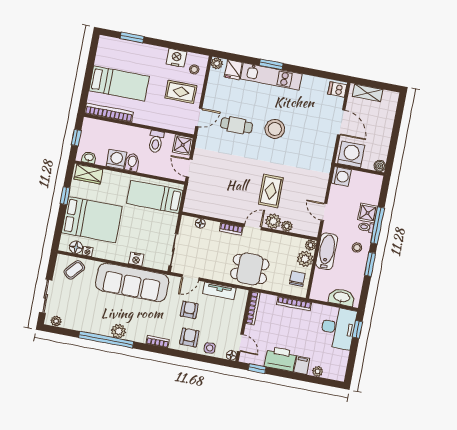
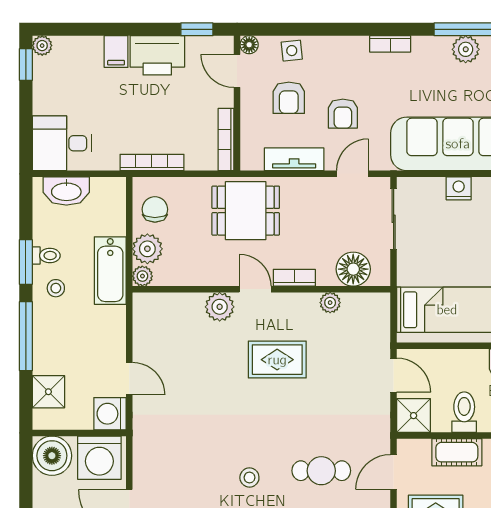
cot: (164, 121) -> (457, 452), added
stool: (275, 129) -> (249, 478), width x0.53, depth x0.53
boiler: (380, 166) -> (52, 456), width x1.86, depth x1.86
rug: (271, 191) -> (277, 360), moved, turned 90
door: (324, 212) -> (129, 379), moved
shower: (368, 213) -> (48, 392), moved
floor lamp: (200, 223) -> (353, 269), width x1.89, depth x1.89
plant: (287, 226) -> (330, 303), moved
door: (253, 227) -> (255, 289), swing flipped
toilet: (366, 227) -> (46, 256), moved
chair: (297, 279) -> (155, 209), turned 180
desk: (338, 328) -> (62, 143), width x0.73
window: (357, 329) -> (26, 65), moved
armchair: (189, 337) -> (289, 98), moved
plant: (318, 371) -> (42, 46), moved

